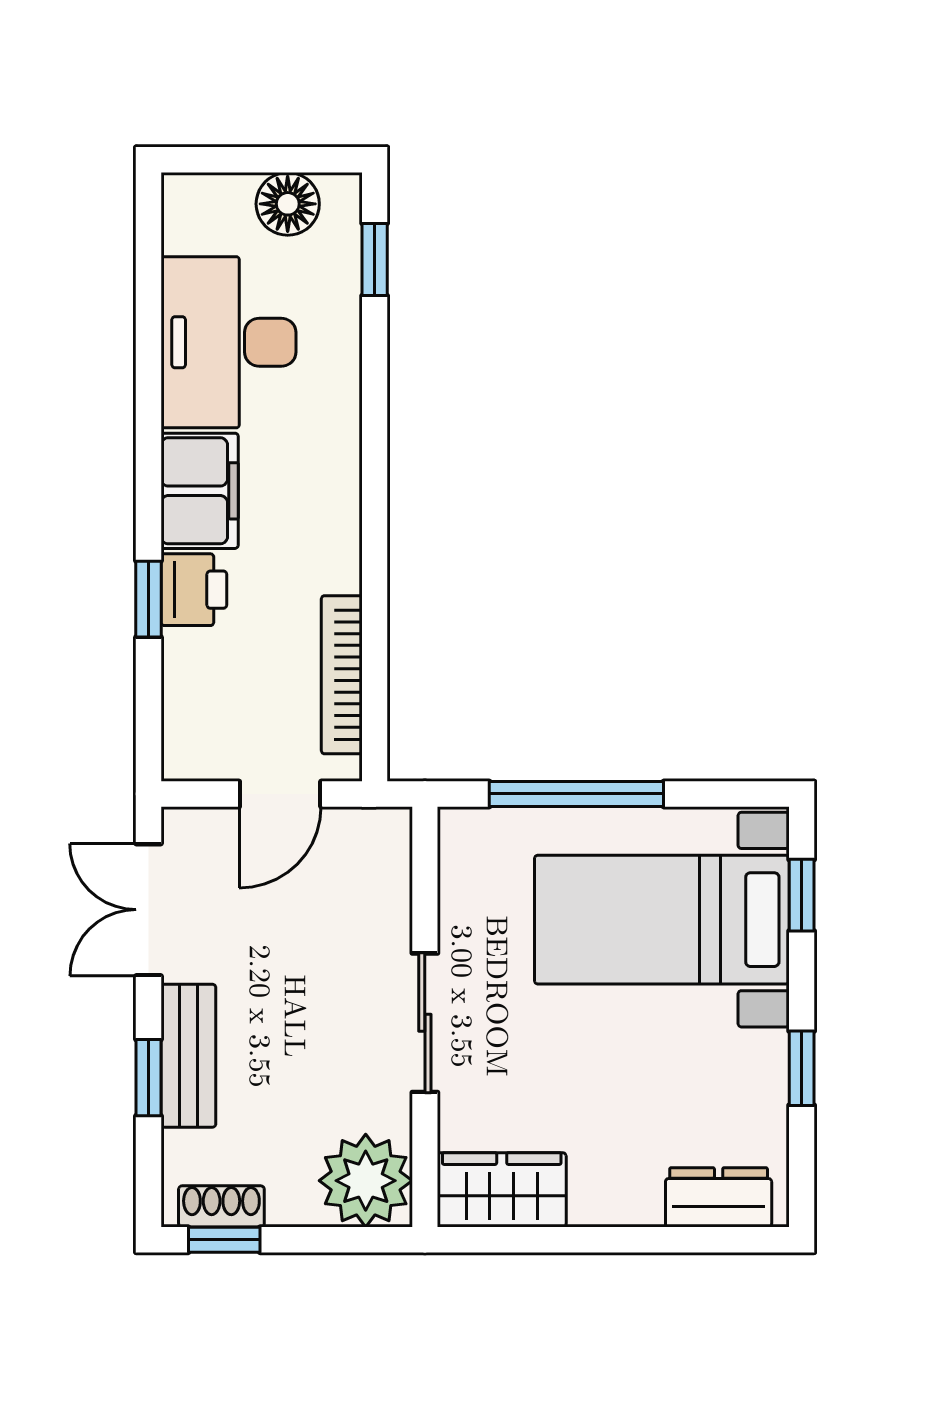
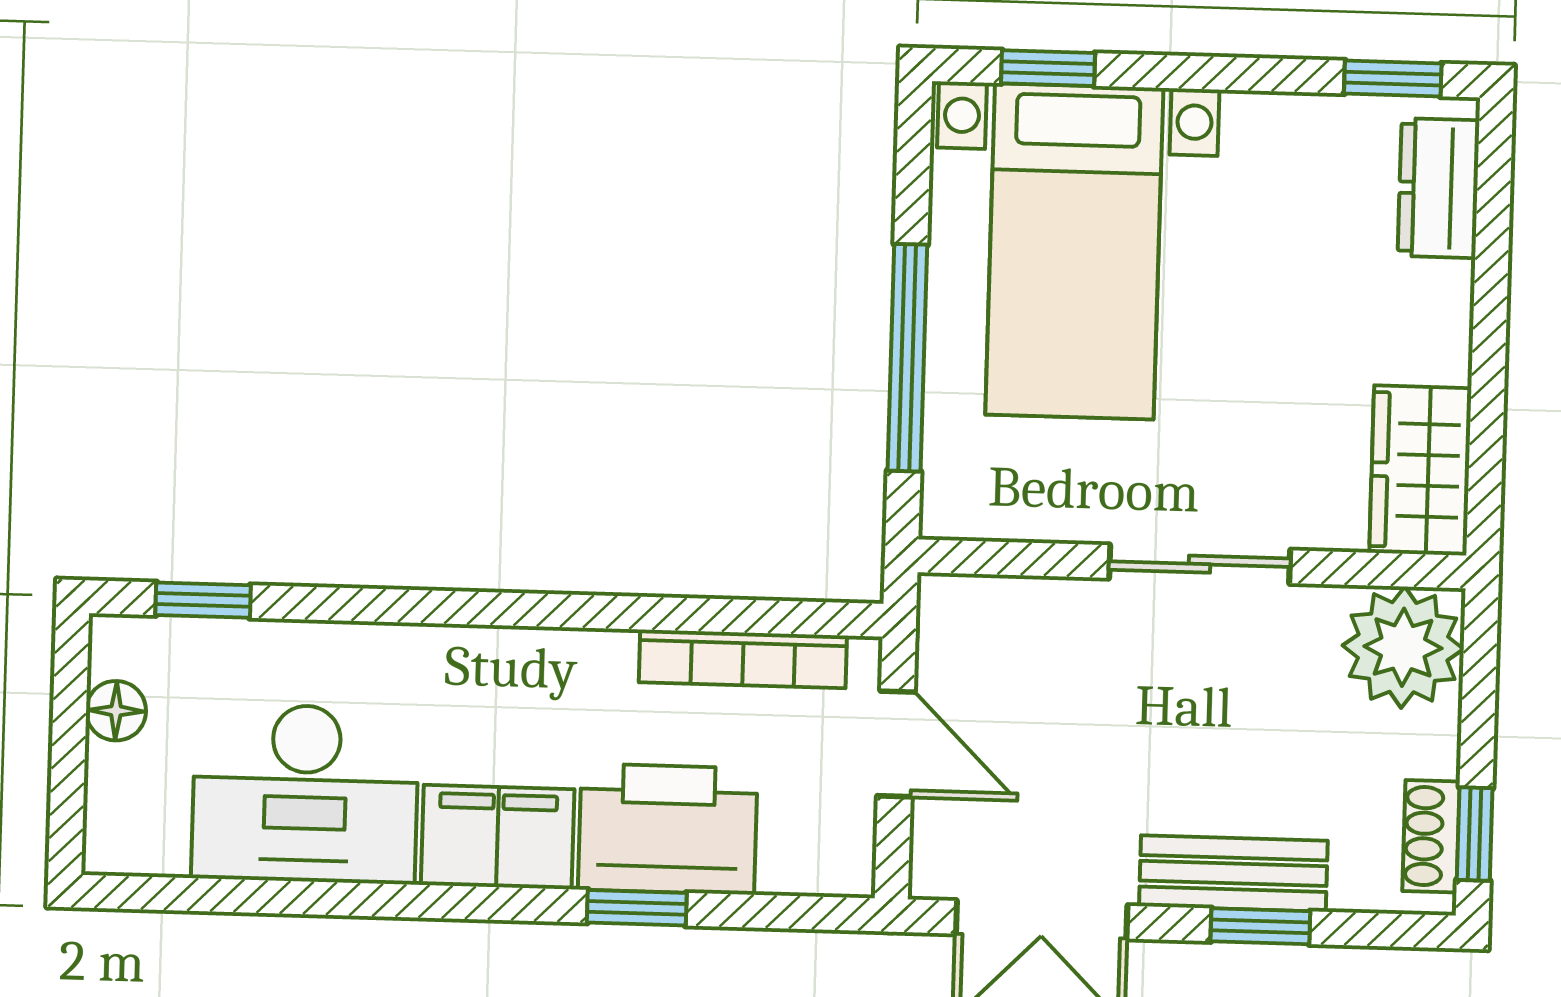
floor lamp: (288, 204) -> (116, 711), width x0.73, depth x0.73
printer: (194, 590) -> (668, 829), width x1.87, depth x1.48
window: (802, 1068) -> (1393, 78), moved

